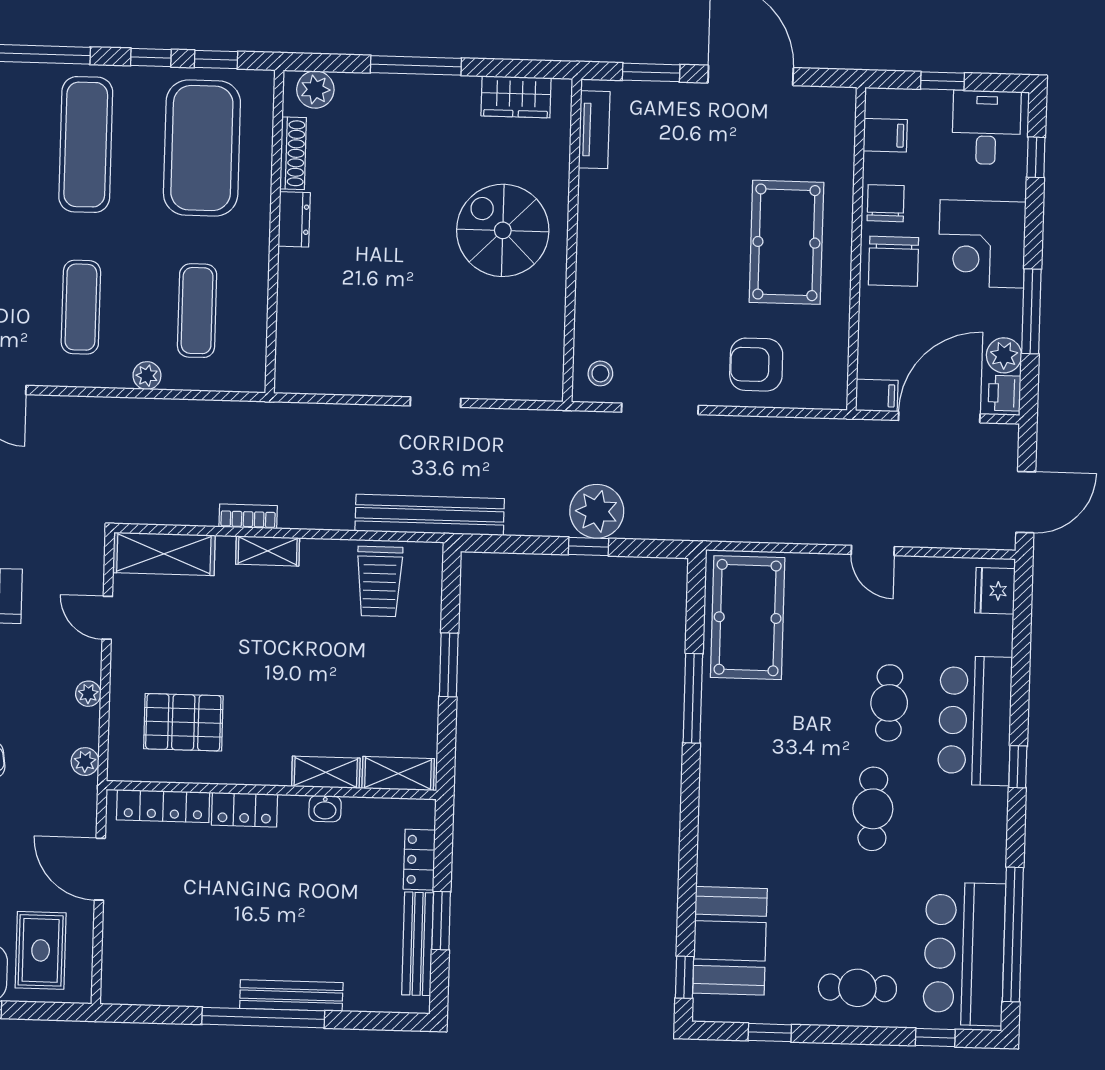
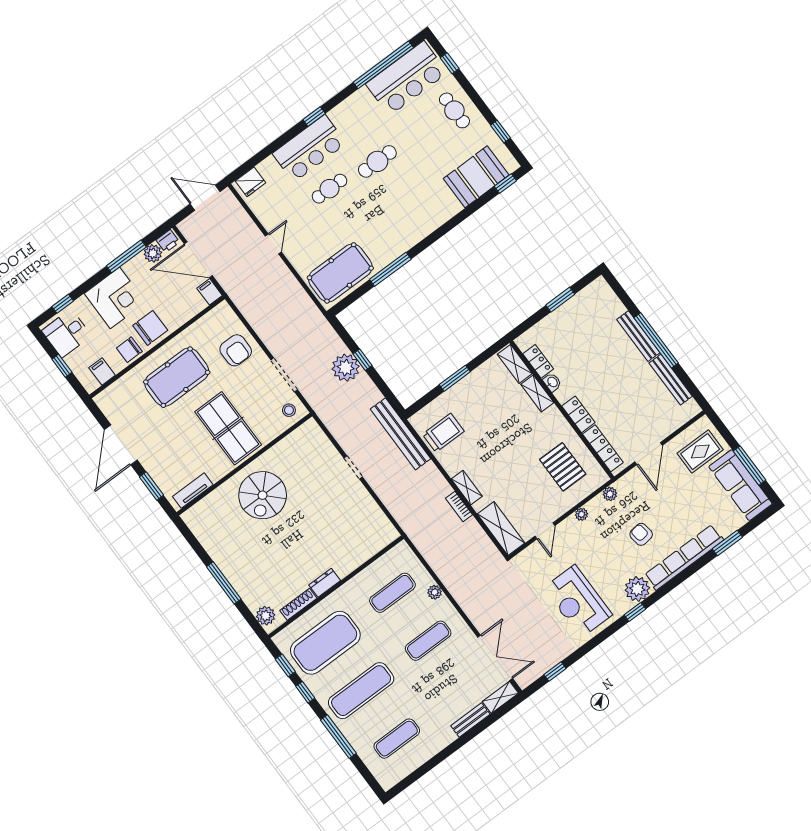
wardrobe: (516, 97) -> (204, 533), removed
table tennis table: (647, 259) -> (228, 428), added
locker: (419, 860) -> (538, 361), moved, turned -90
bench: (418, 944) -> (671, 380), moved, turned 90

